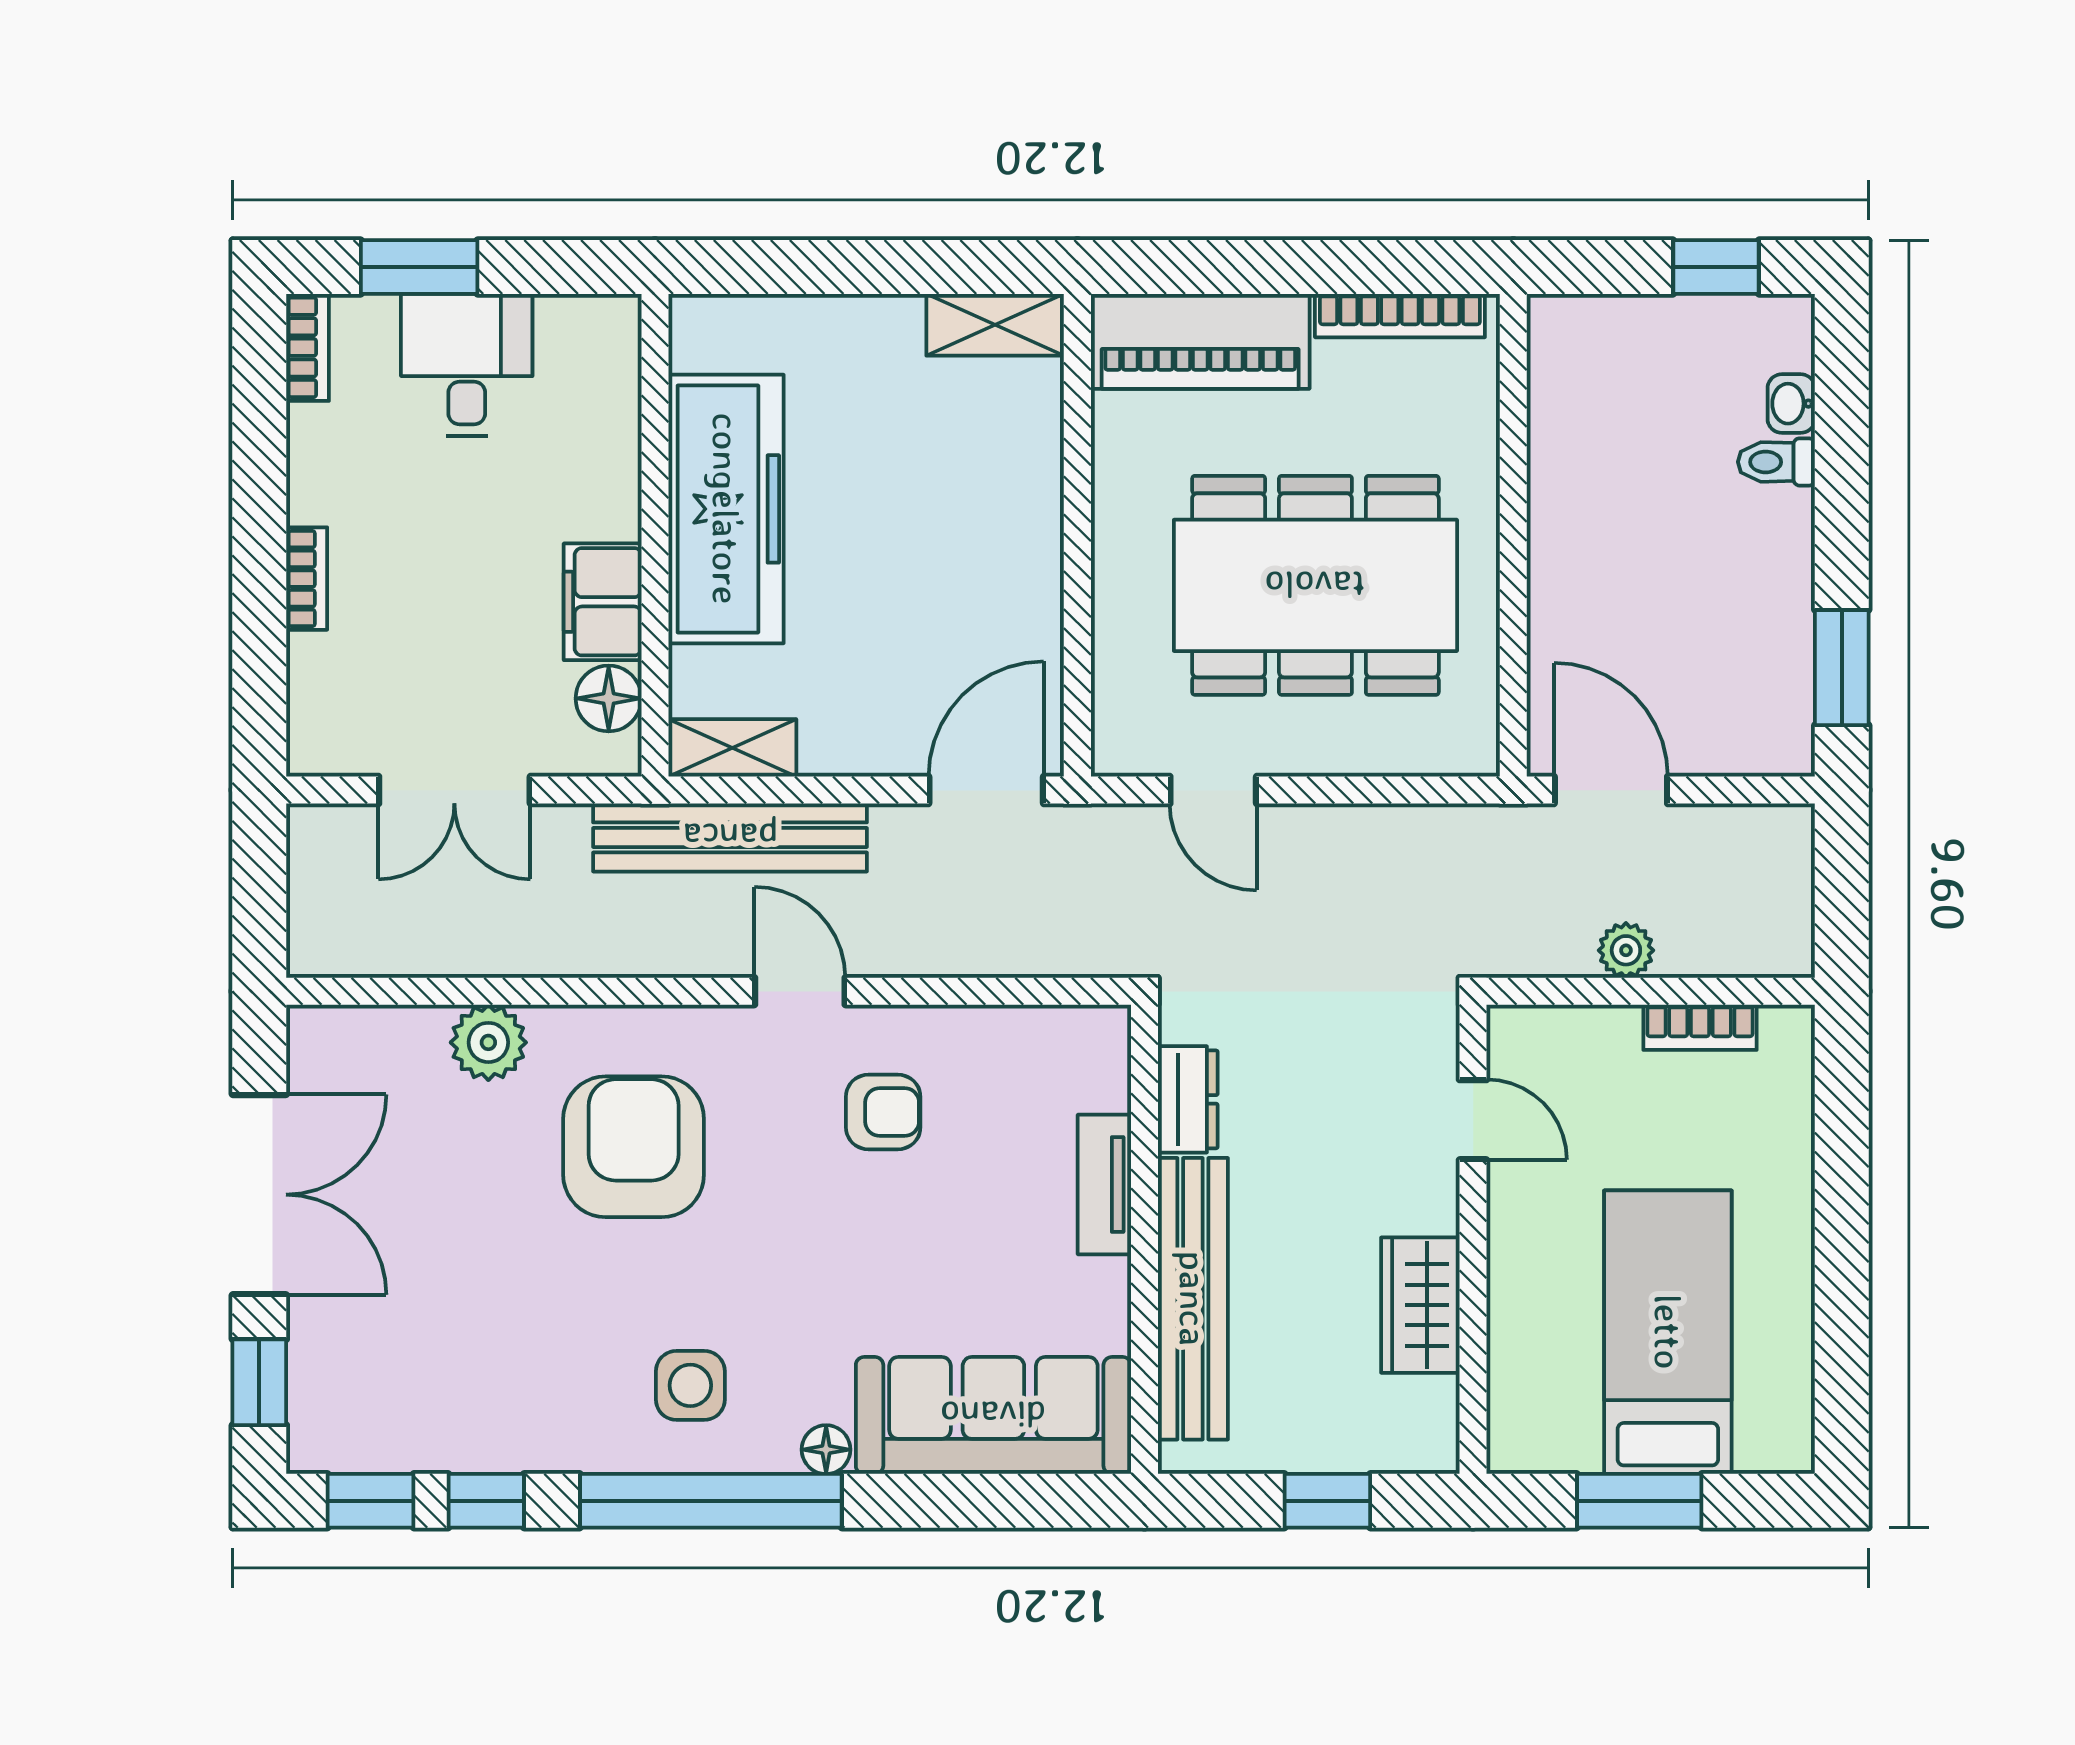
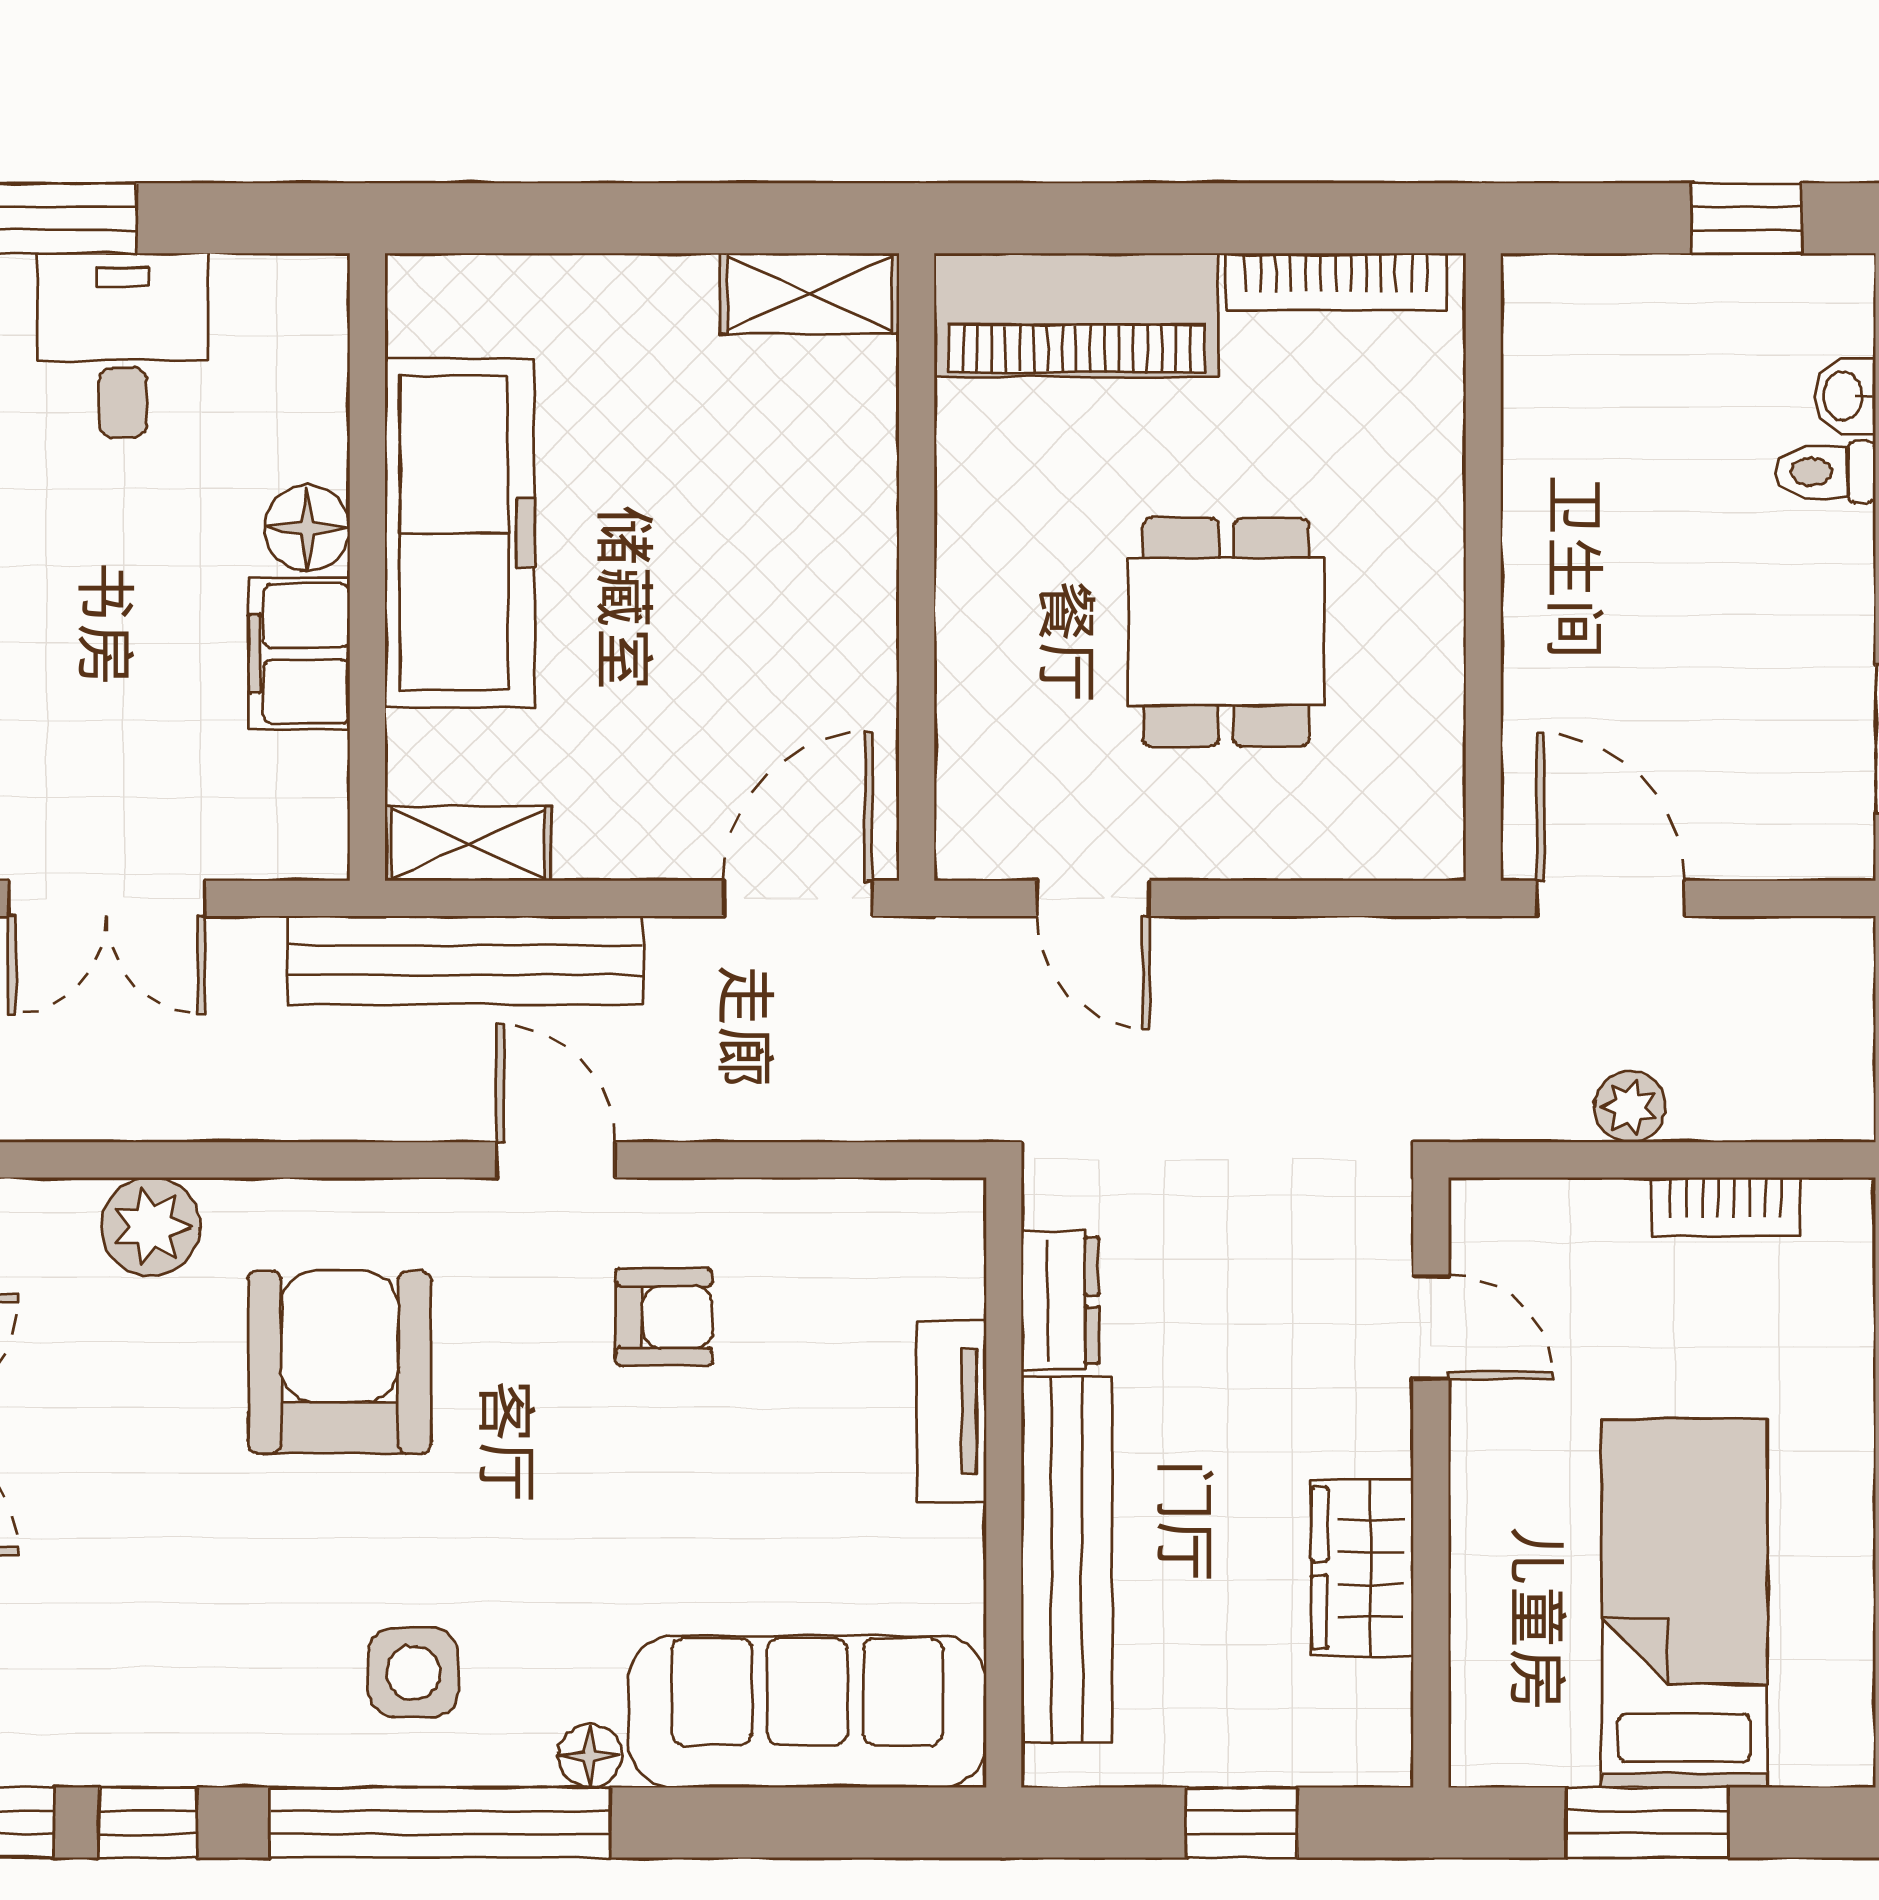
dining table: (1315, 585) -> (1226, 632), width x0.53, depth x0.80
floor lamp: (609, 698) -> (307, 528), moved

